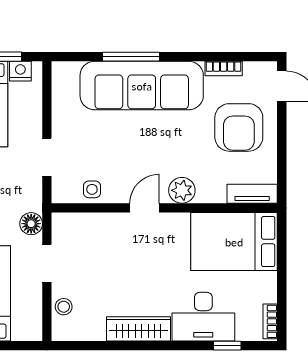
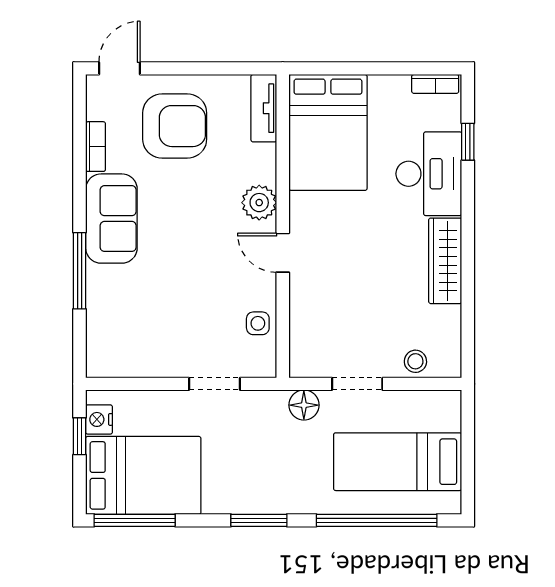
sofa: (142, 86) -> (111, 219), width x0.54, depth x0.79

